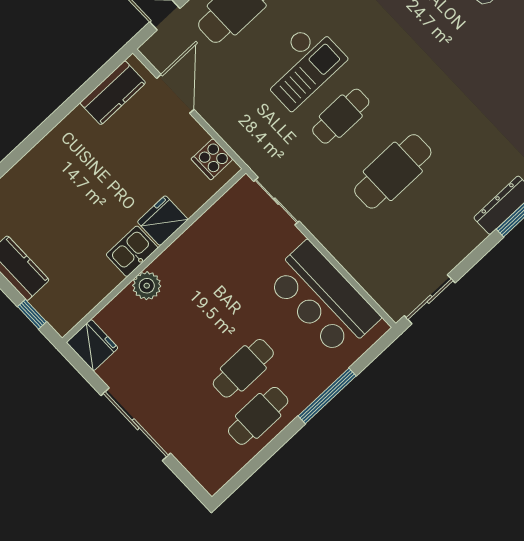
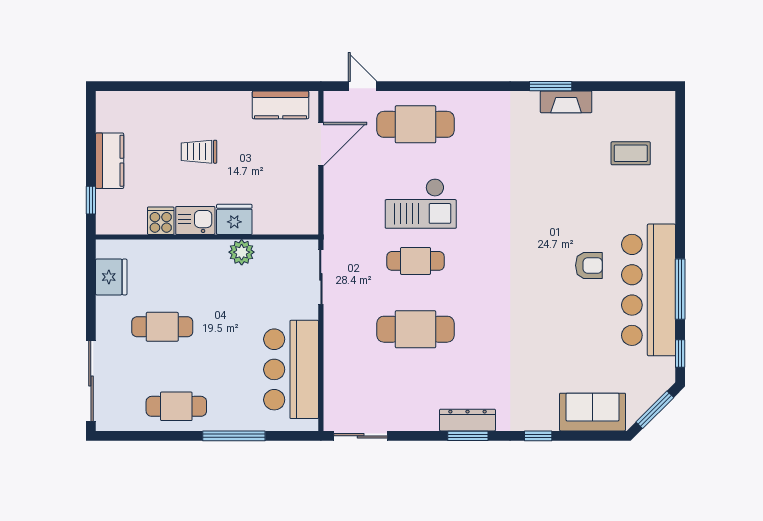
cooker: (212, 159) -> (161, 221), moved, turned 90
trolley: (83, 193) -> (199, 152), added
plant: (147, 286) -> (242, 252), moved
fridge: (92, 345) -> (111, 277), moved
cafe table: (243, 368) -> (162, 327), moved
sliding door: (136, 424) -> (91, 381), moved

